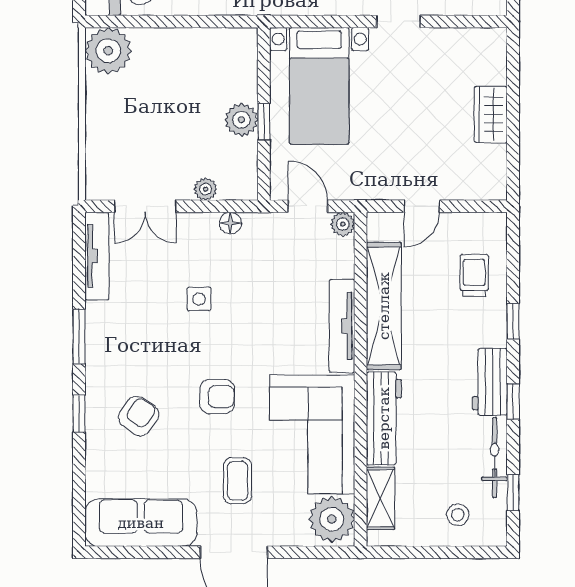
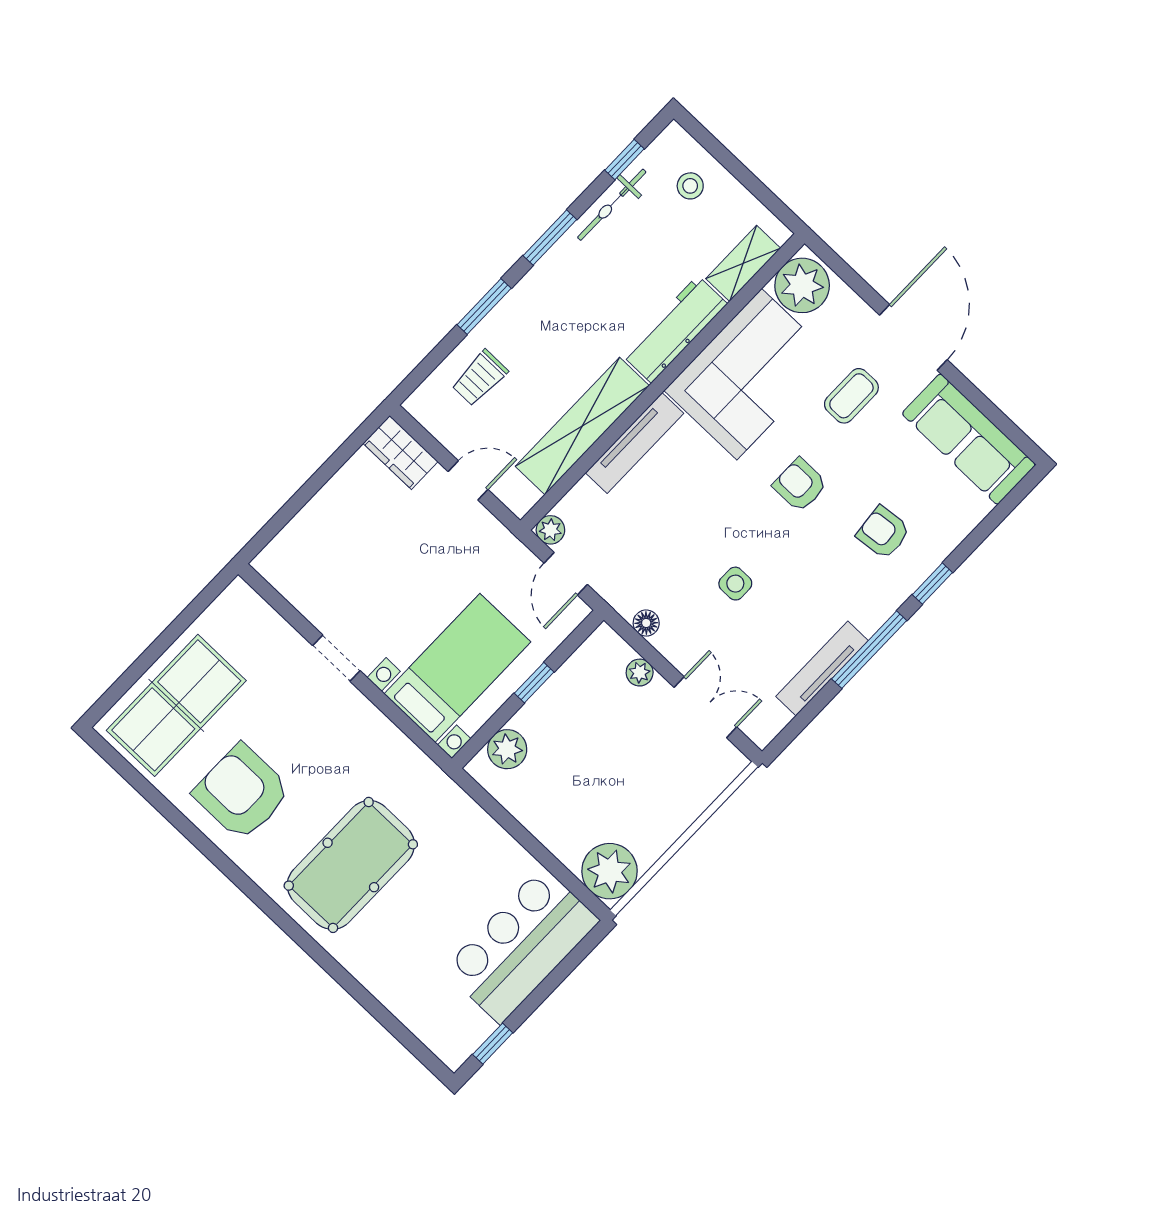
wardrobe: (491, 115) -> (401, 452), moved, turned 90
plant: (242, 120) -> (507, 749), moved
tv unit: (97, 256) -> (822, 669), moved
window: (513, 321) -> (484, 307), width x1.50
window: (79, 337) -> (869, 650), width x1.44
workbench: (490, 382) -> (553, 274), removed
window: (513, 402) -> (550, 238), width x1.50
armchair: (139, 416) -> (883, 532), turned 49

